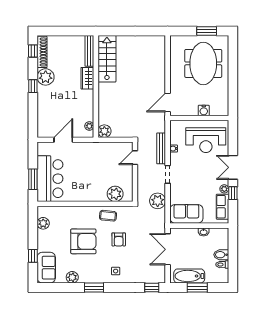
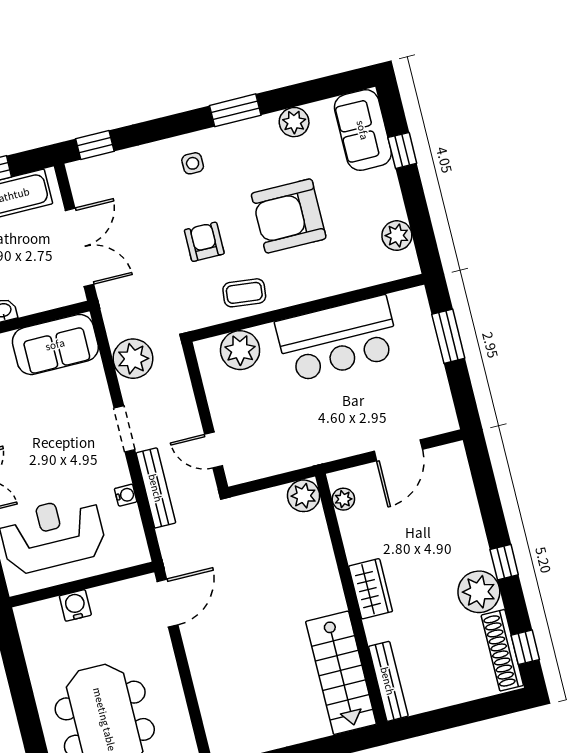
wardrobe: (87, 78) -> (371, 589), moved
door: (135, 158) -> (214, 450), swing flipped
bar counter: (50, 179) -> (338, 339), moved, turned -90

